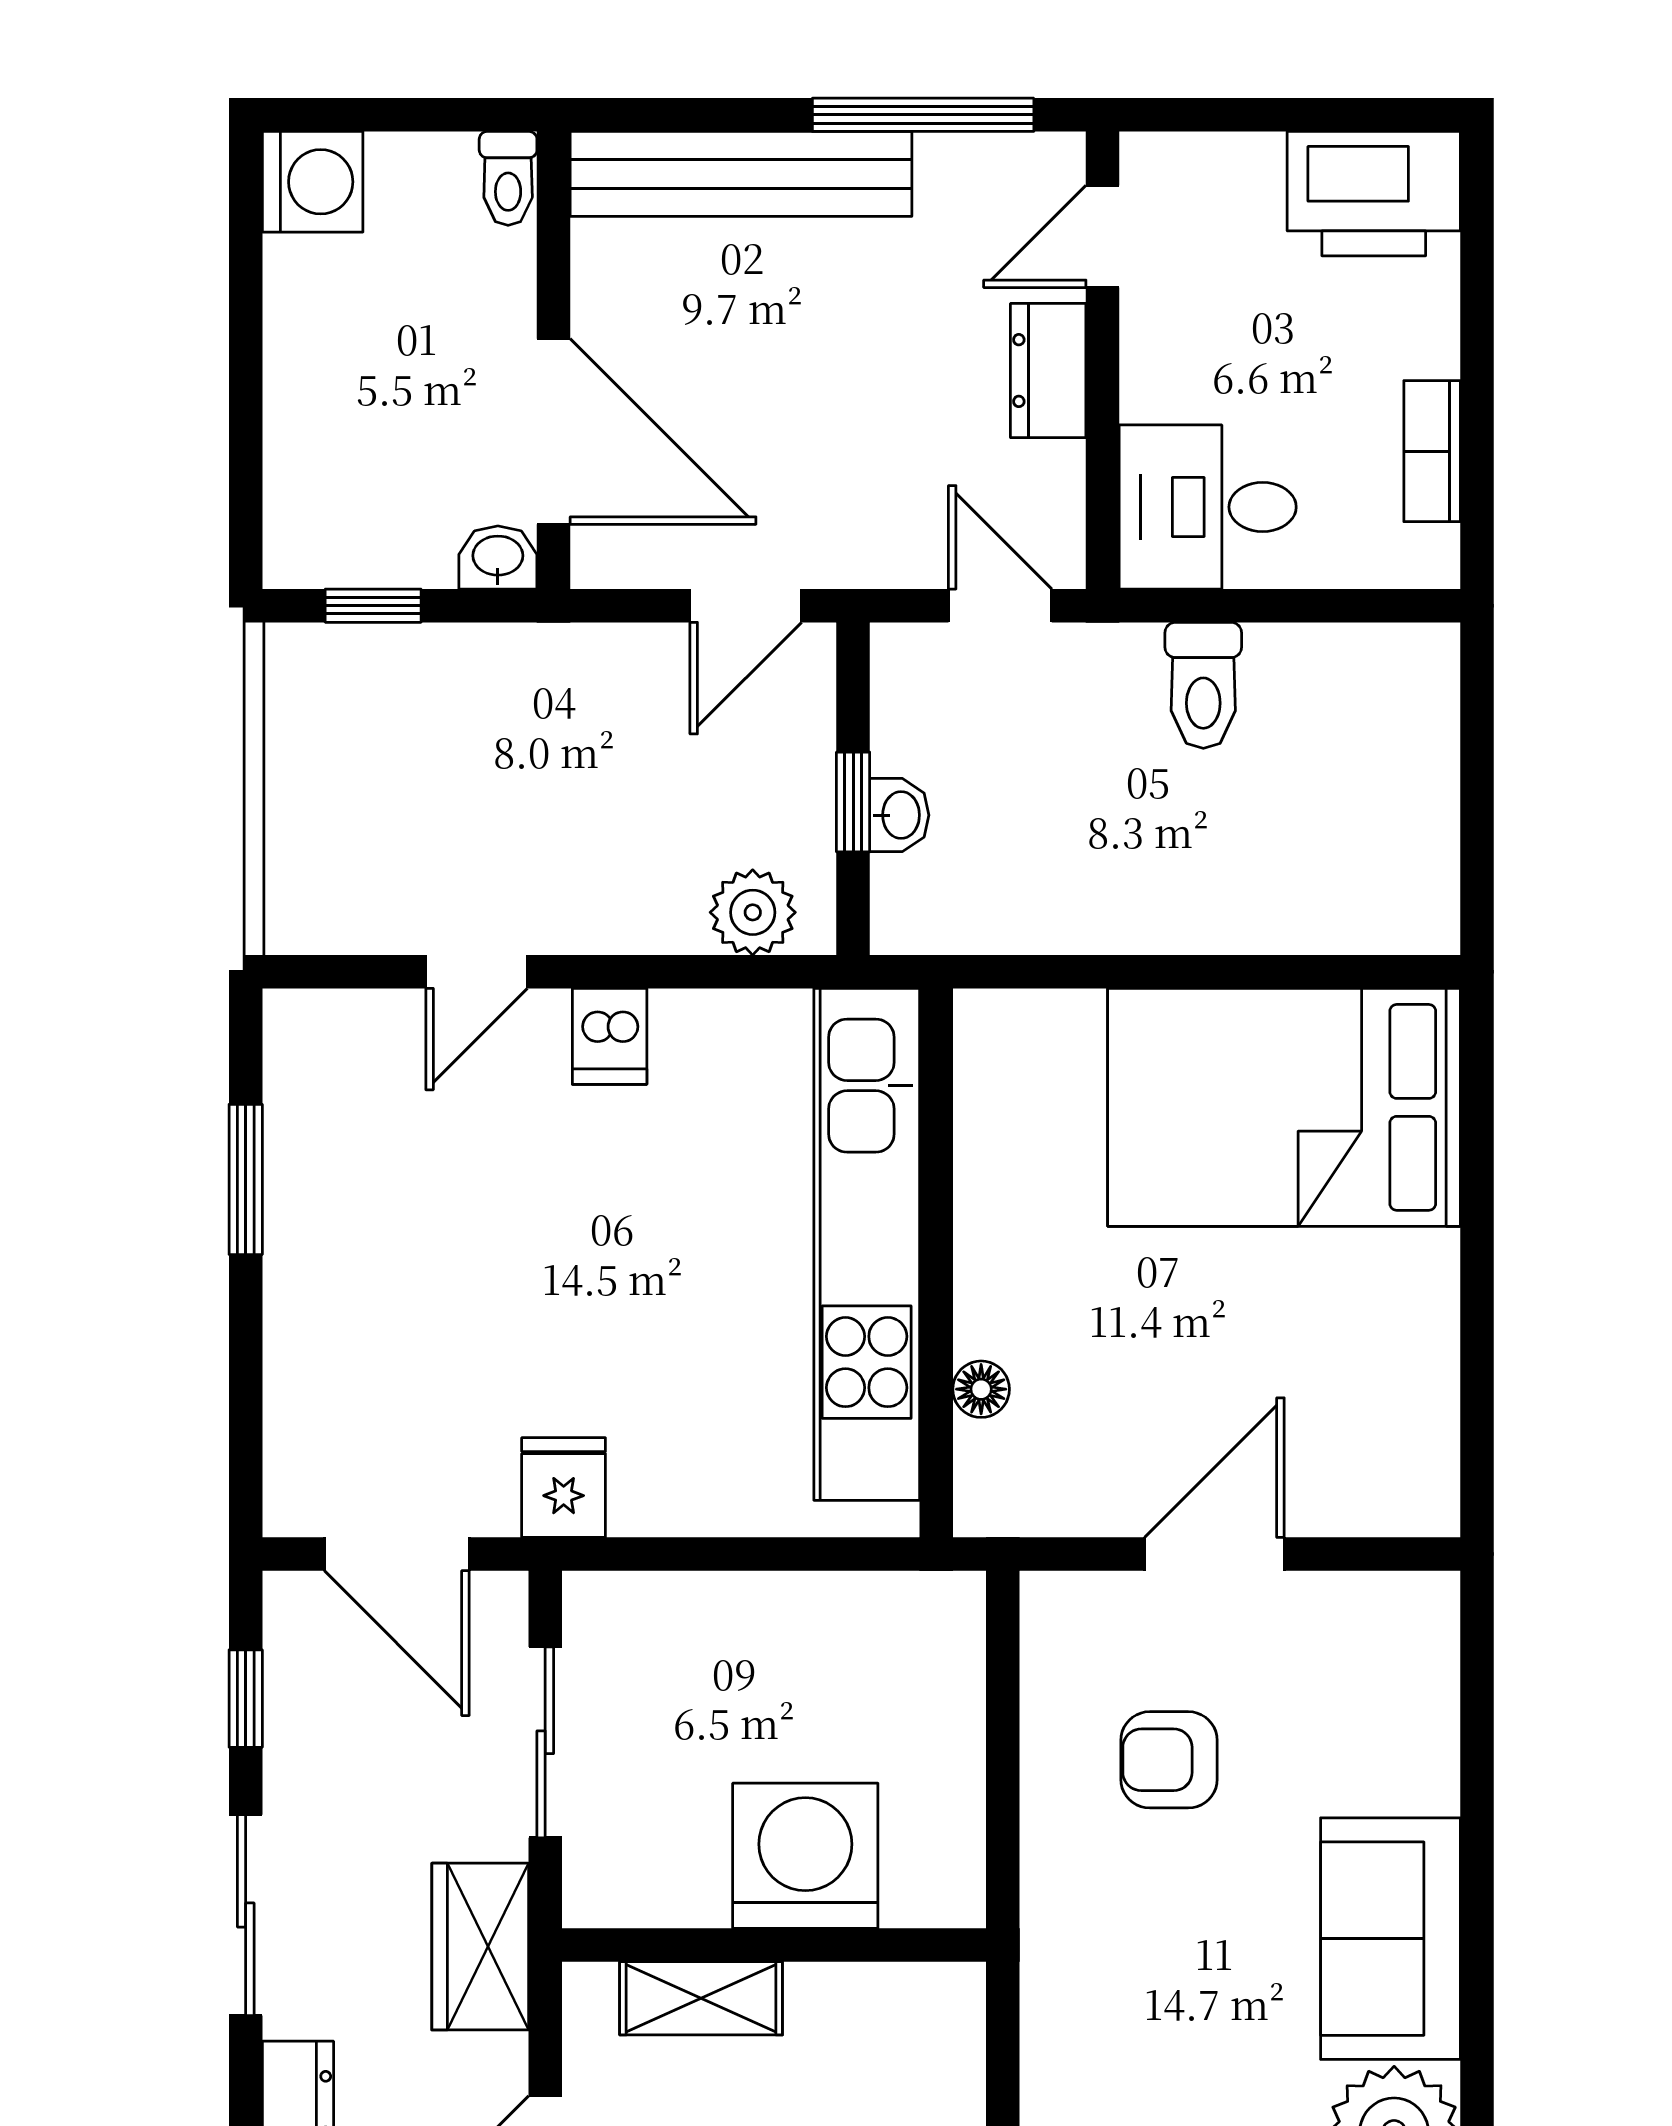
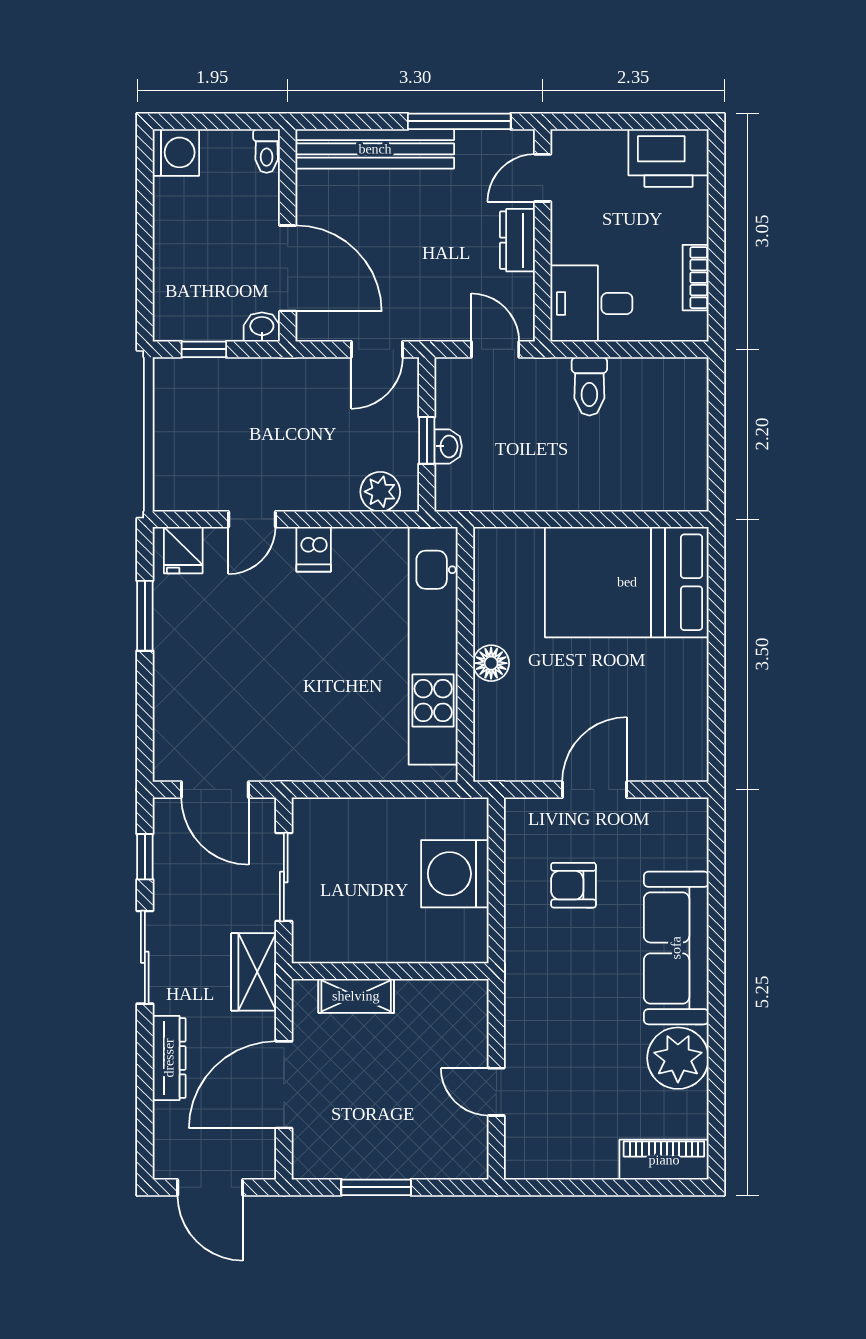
floor lamp: (981, 1389) -> (491, 663), moved, width x1.37, depth x1.37
fridge: (564, 1488) -> (183, 550), moved, turned 180
washing machine: (805, 1856) -> (455, 874), moved, turned -90
sofa: (1390, 1939) -> (676, 948), width x1.36

